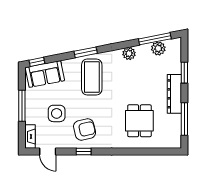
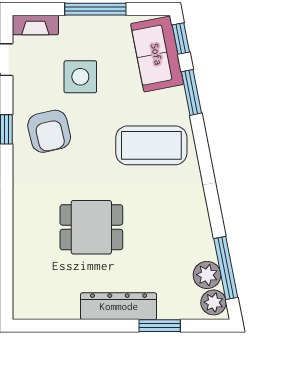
window: (86, 52) -> (191, 92), moved
plant: (129, 54) -> (214, 302), moved
window: (184, 119) -> (70, 326), removed
dining table: (139, 121) -> (91, 227), moved

